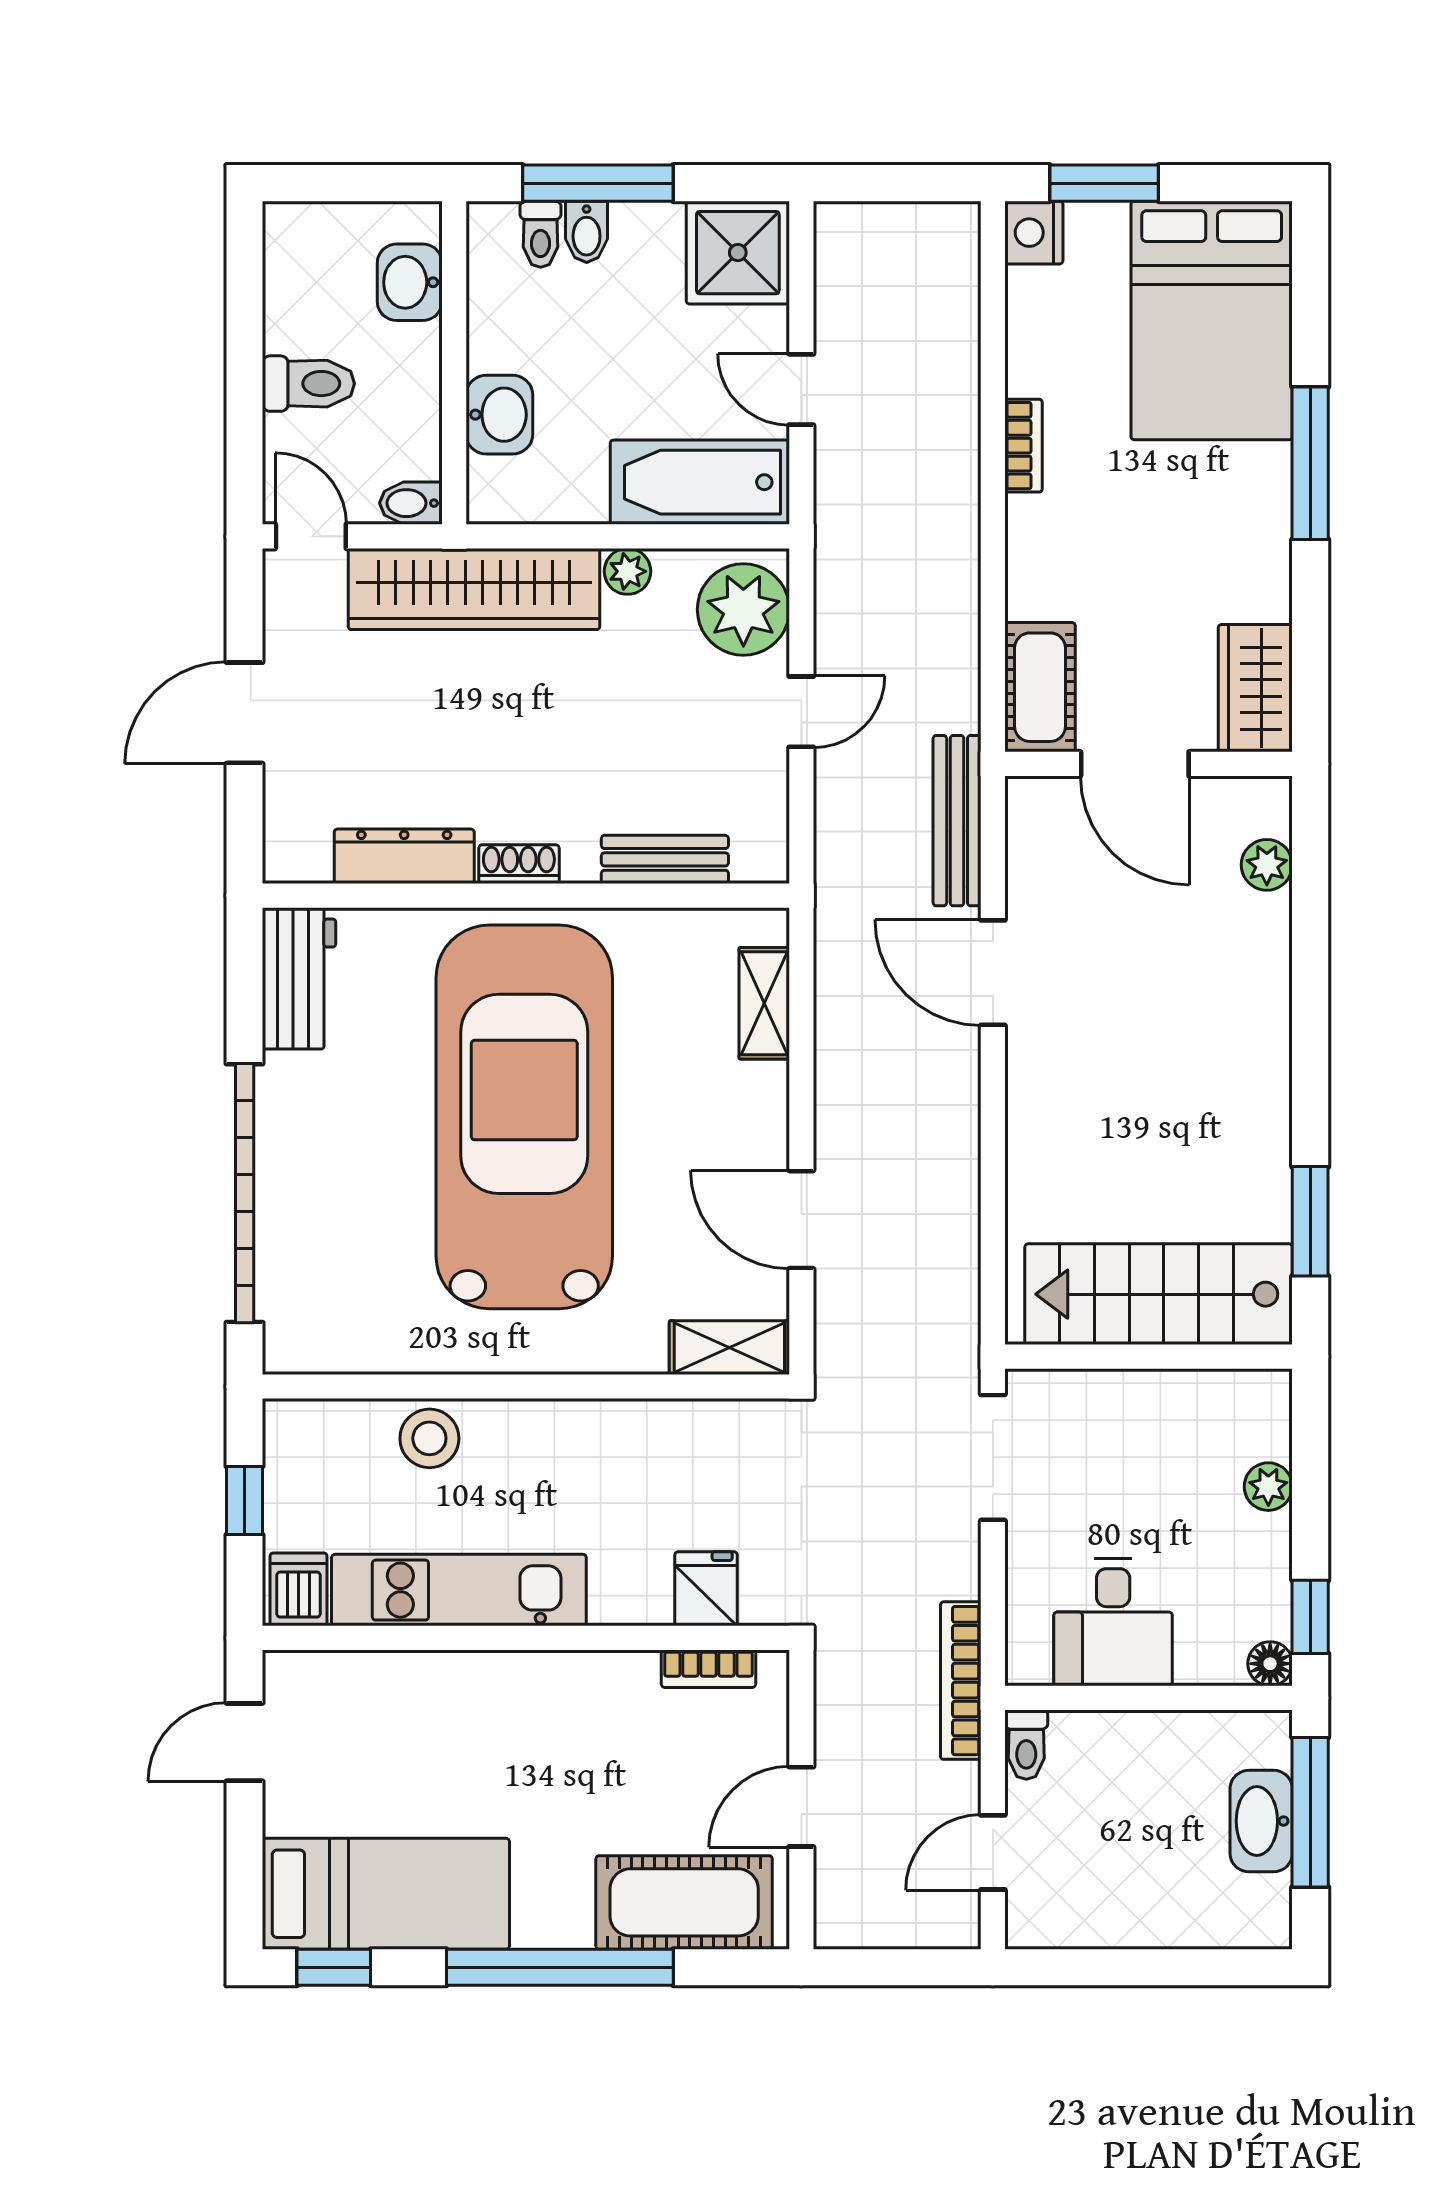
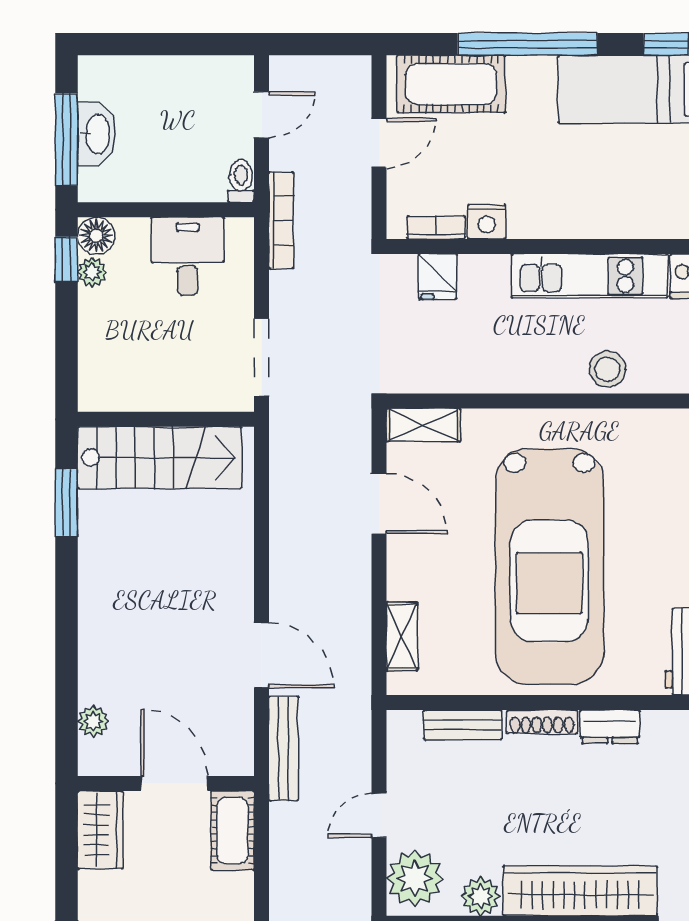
plant: (628, 571) -> (481, 896), width x1.38, depth x1.38
dresser: (404, 856) -> (610, 727), width x0.70
shoe rack: (519, 864) -> (542, 722), width x1.43
plant: (1268, 1487) -> (92, 272), moved
floor lamp: (1270, 1664) -> (96, 236), width x1.37, depth x1.37
nightstand: (626, 1678) -> (487, 222), added

